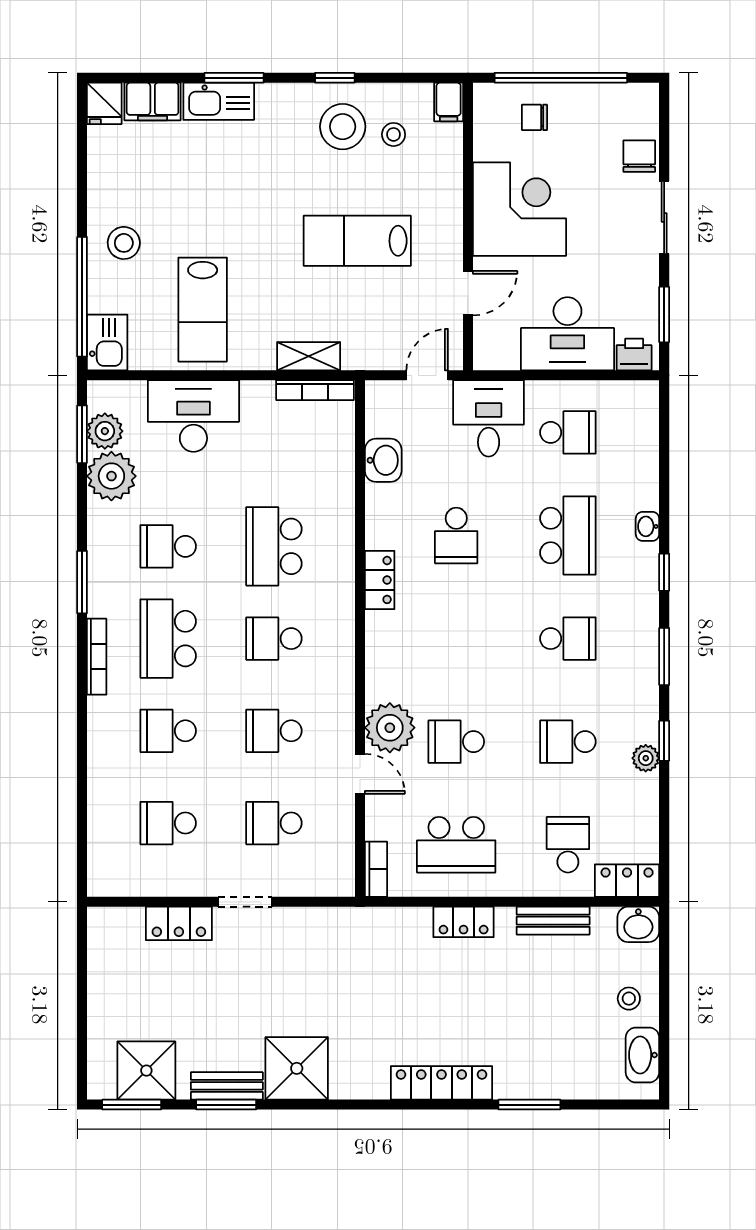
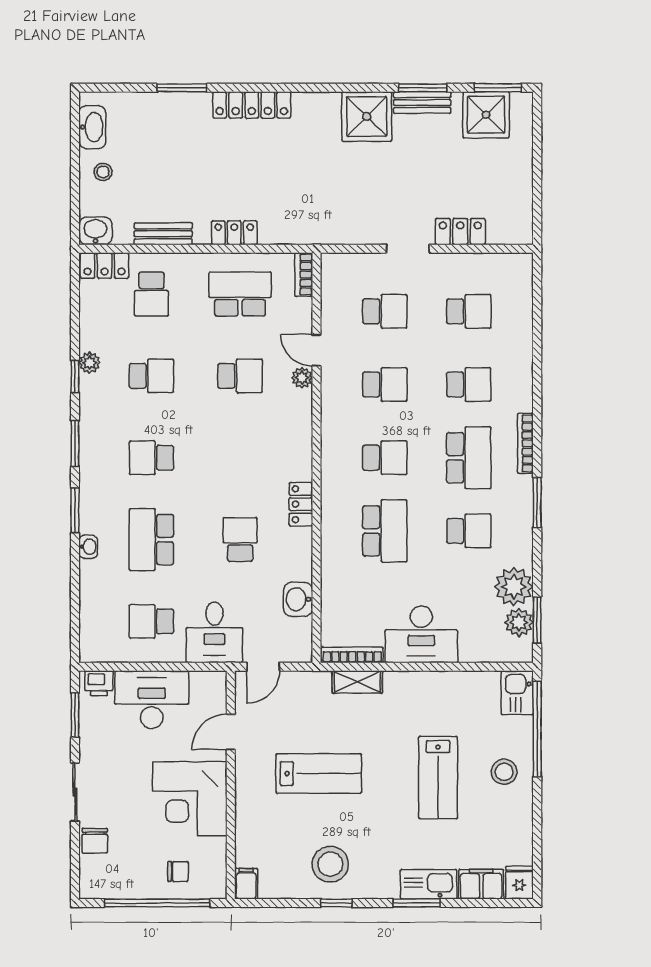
stool: (394, 134) -> (290, 858), removed
lab bench: (203, 310) -> (438, 778), moved, turned 180
desk: (193, 416) -> (421, 634), moved
window: (664, 572) -> (75, 510), width x1.50
plant: (390, 728) -> (302, 378), width x0.53, depth x0.53

